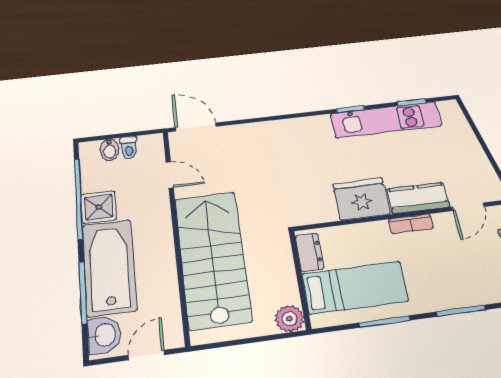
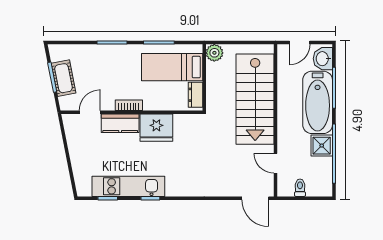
bidet: (110, 150) -> (313, 188), removed

